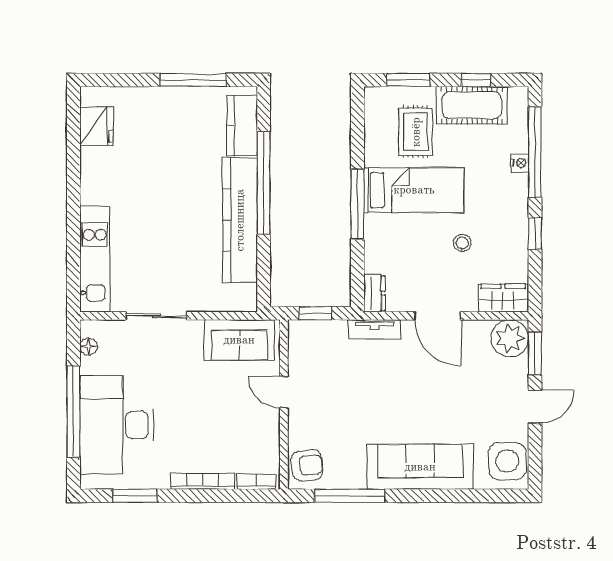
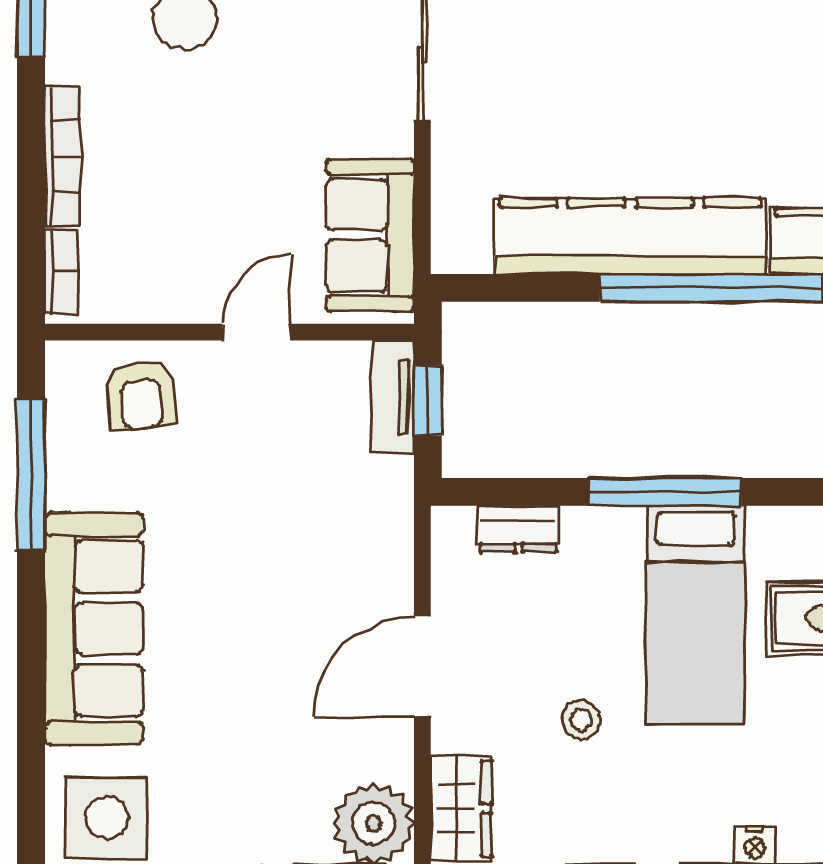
dresser: (374, 293) -> (518, 529), moved
tv unit: (375, 330) -> (393, 397), moved
armchair: (307, 465) -> (141, 395), moved

